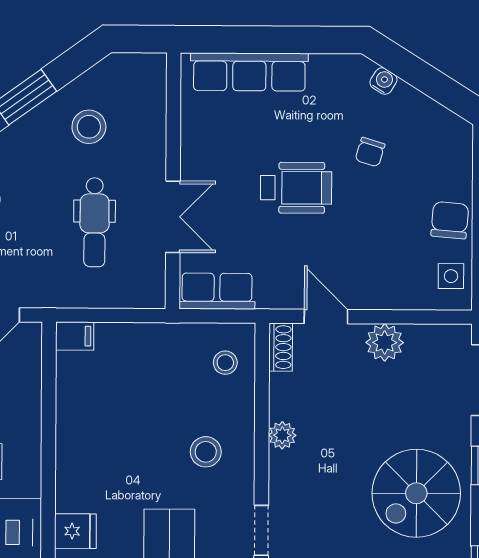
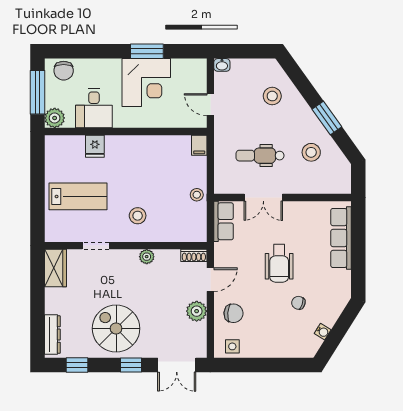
water cooler: (383, 81) -> (323, 332), moved
chair: (450, 220) -> (233, 313), moved
stool: (225, 363) -> (197, 195), moved

